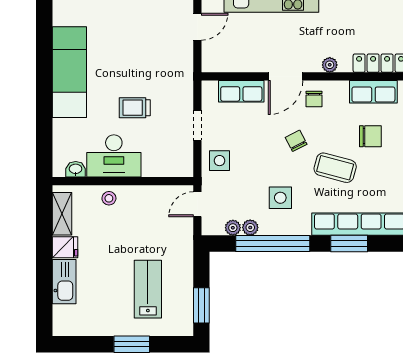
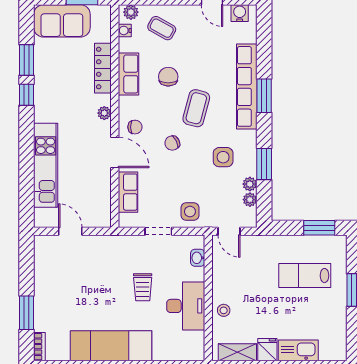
washbasin: (76, 169) -> (198, 258), moved
window: (273, 244) -> (264, 164), width x0.47

